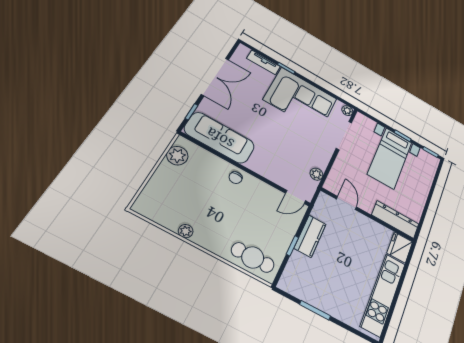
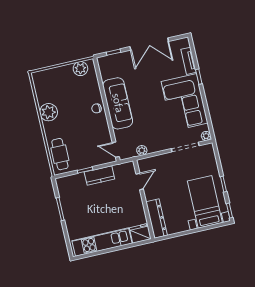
sofa: (220, 138) -> (118, 103), moved
bed with nightstands: (390, 158) -> (205, 202), moved, turned 90
plant: (186, 231) -> (49, 112), width x1.88, depth x1.88

